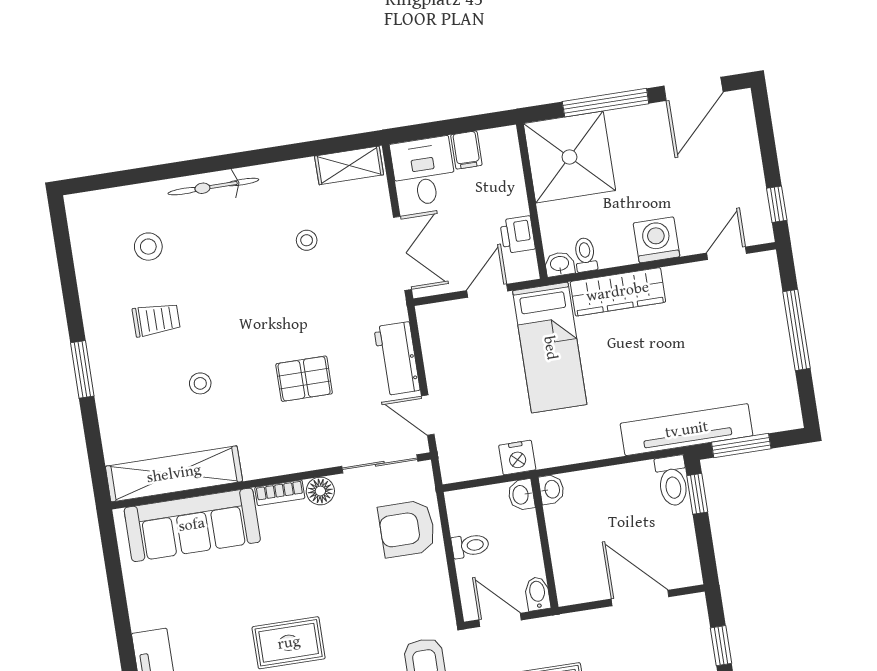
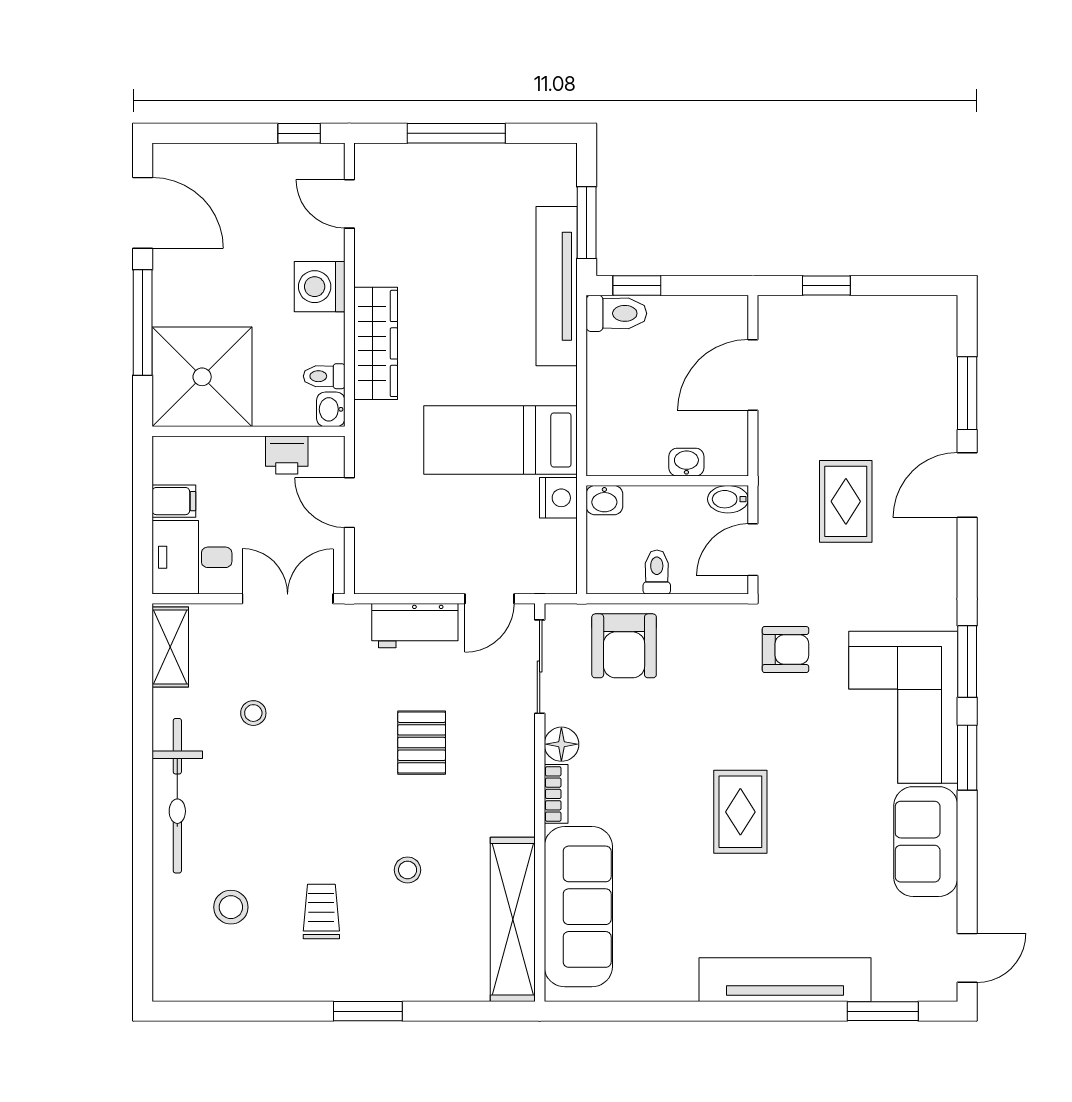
bicycle: (213, 187) -> (177, 796), width x1.37, depth x1.40
bed: (550, 348) -> (500, 440), moved, turned 180
washbasin: (552, 489) -> (686, 462), moved

